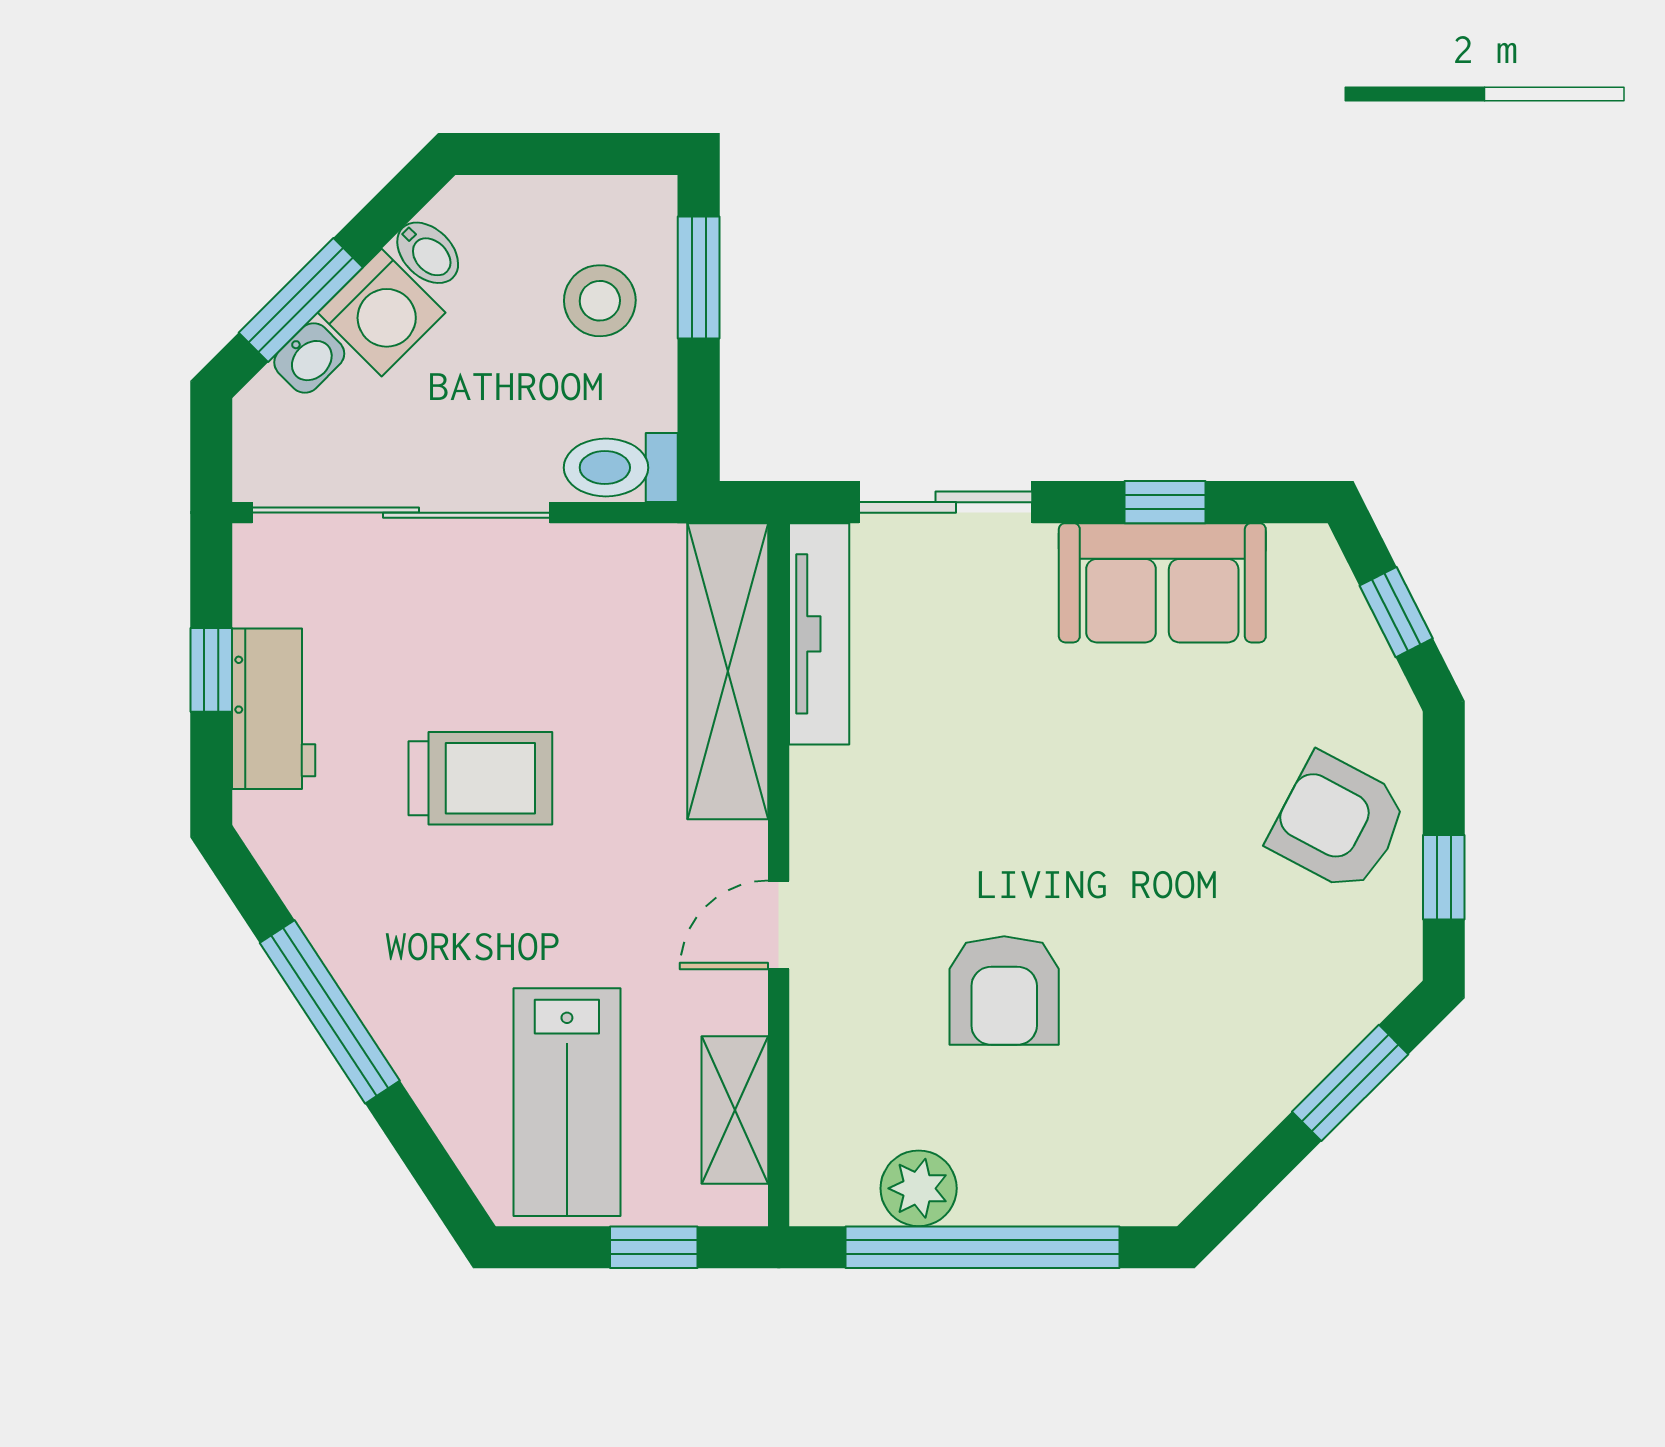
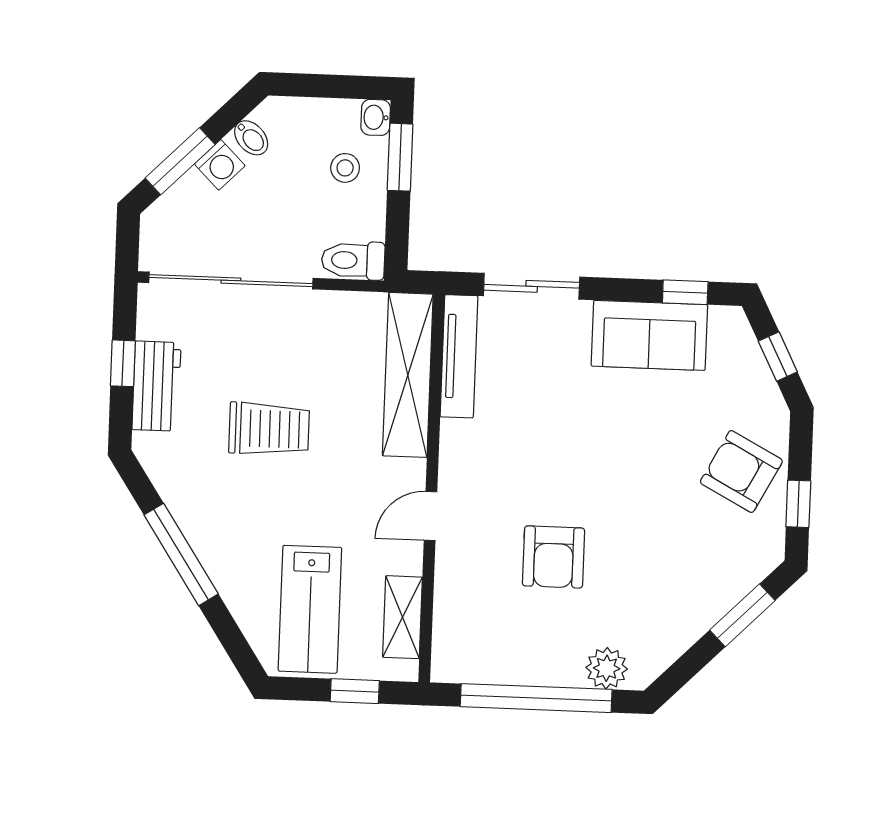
stool: (600, 301) -> (345, 168), width x0.73, depth x0.73
washing machine: (382, 313) -> (220, 165), width x0.73, depth x0.73
washbasin: (309, 358) -> (376, 117), moved, turned 135
window: (1165, 502) -> (685, 292), moved
plant: (919, 1188) -> (607, 668), moved

